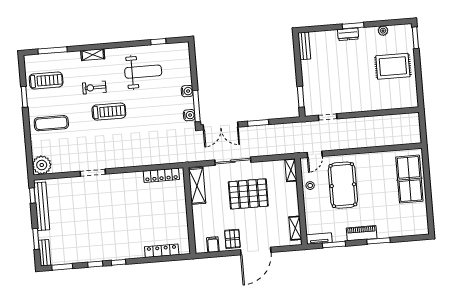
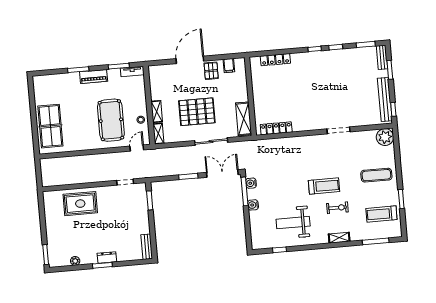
rug: (393, 66) -> (80, 204), moved
treadmill: (109, 112) -> (324, 186), turned 180
shelving: (295, 228) -> (157, 112), moved

